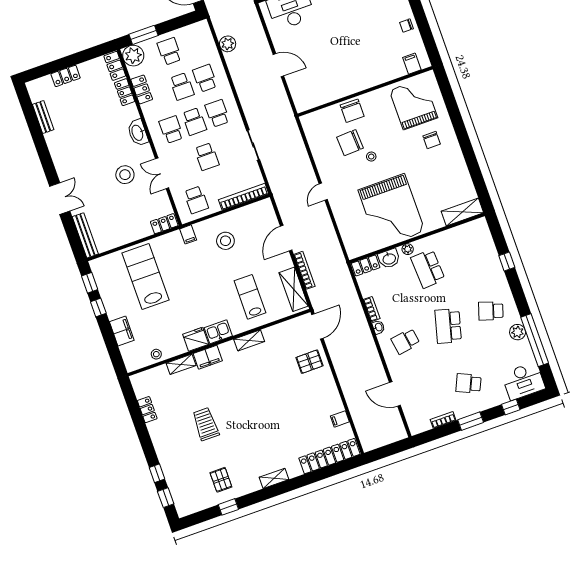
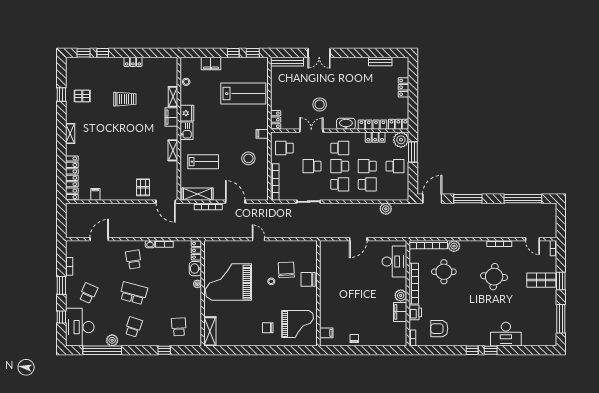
locker: (125, 92) -> (372, 125), width x1.53
school desk: (428, 269) -> (179, 327), moved, width x0.54
desk: (523, 381) -> (80, 327), width x1.36, depth x1.30
locker: (147, 410) -> (133, 62), moved

